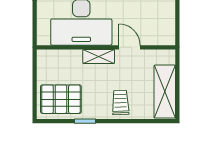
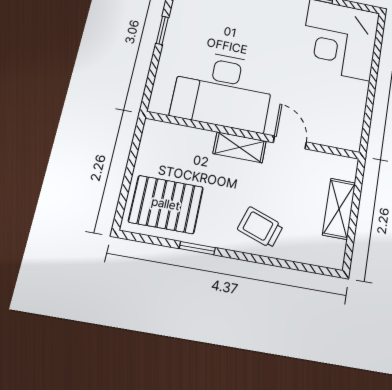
shelving: (165, 92) -> (339, 209), width x0.67, depth x0.75
trolley: (120, 103) -> (260, 227), turned -69

